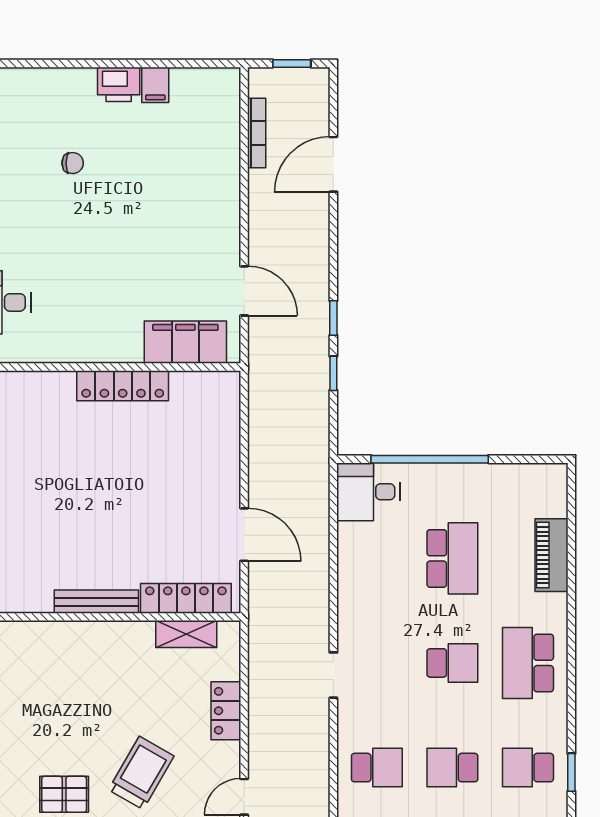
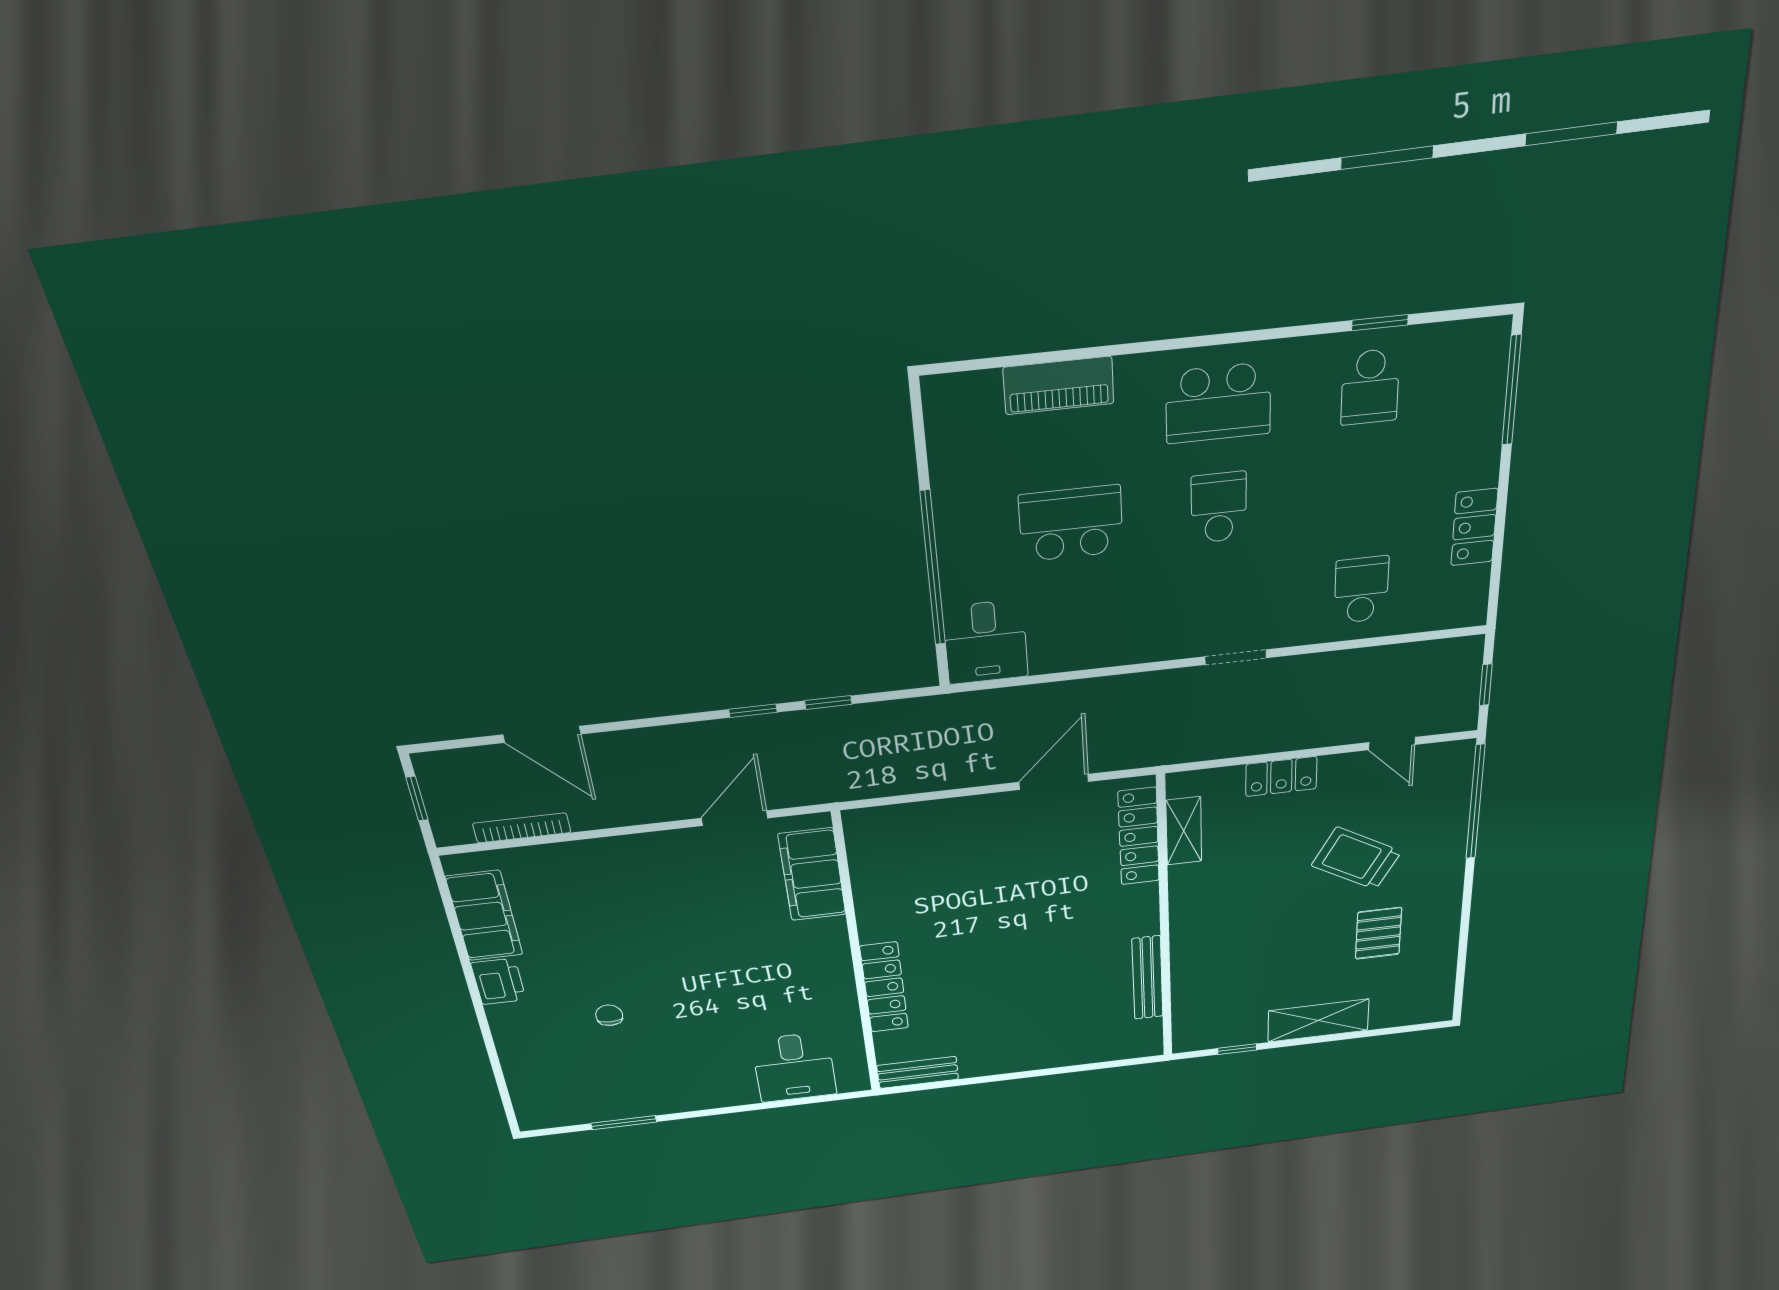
filing cabinet: (155, 85) -> (484, 916), width x3.00, depth x1.17
locker: (123, 386) -> (884, 987), moved
bench: (96, 602) -> (1147, 978), moved
school desk: (452, 768) -> (1366, 492), removed

